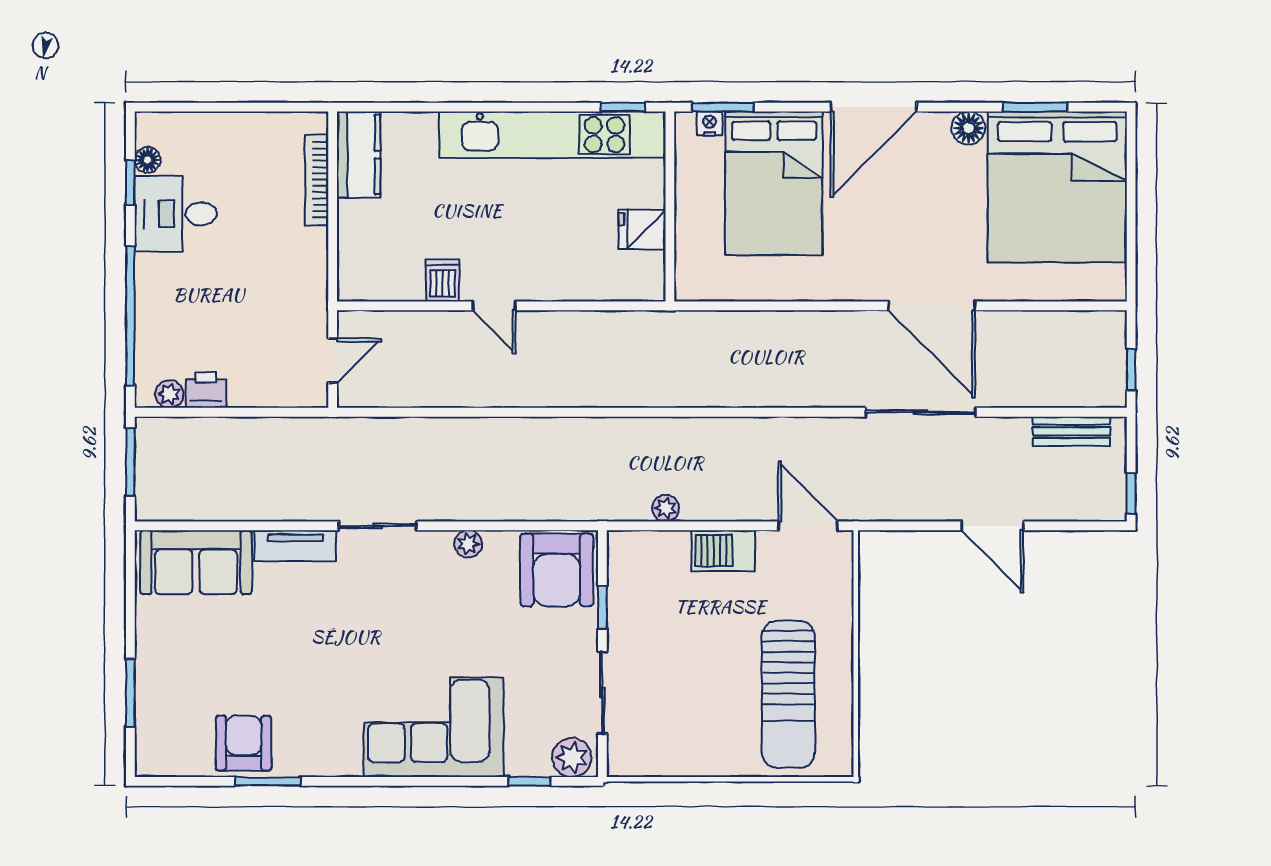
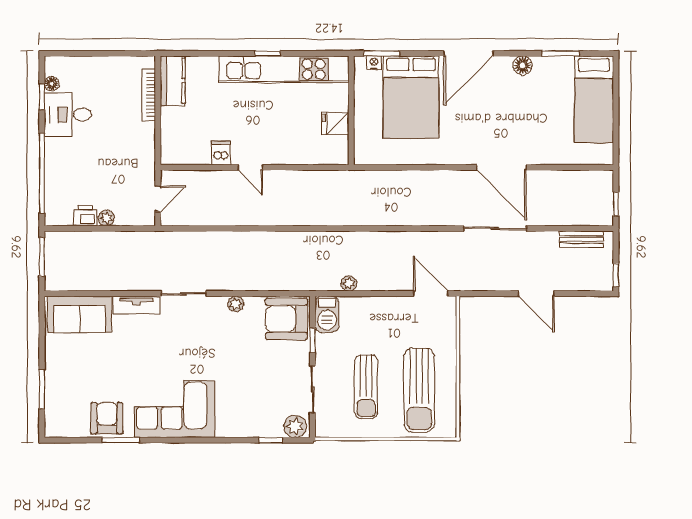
window: (623, 107) -> (268, 53), moved
bed: (1057, 187) -> (594, 99), width x0.49
plant: (170, 394) -> (106, 218), moved
barbecue: (723, 551) -> (327, 314), moved, turned -90
armchair: (557, 570) -> (286, 319), turned 90
sun lounger: (696, 688) -> (366, 387), added
corner sofa: (434, 727) -> (174, 409), moved

